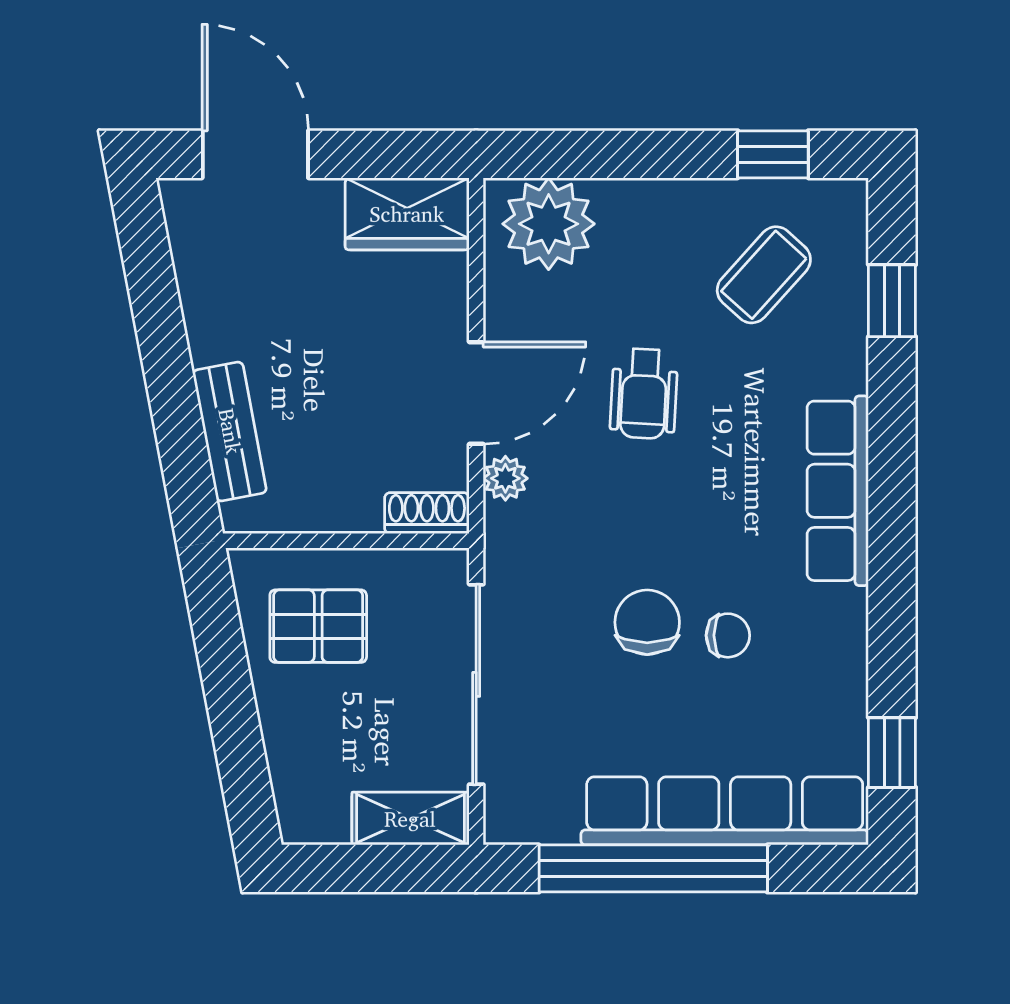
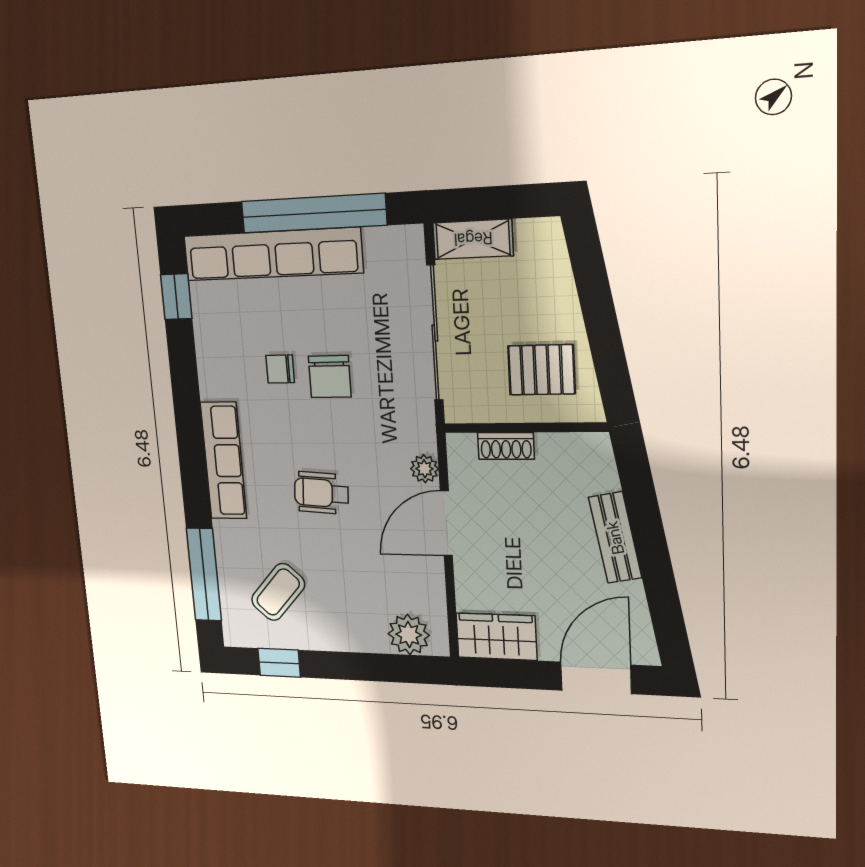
door: (255, 154) -> (596, 678), swing flipped
plant: (549, 224) -> (409, 635), width x0.73, depth x0.73
window: (892, 301) -> (204, 575), width x2.17
wheelchair: (644, 394) -> (321, 493), moved, turned -89
bench: (230, 431) -> (615, 538), moved
shoe rack: (427, 513) -> (506, 446), moved

